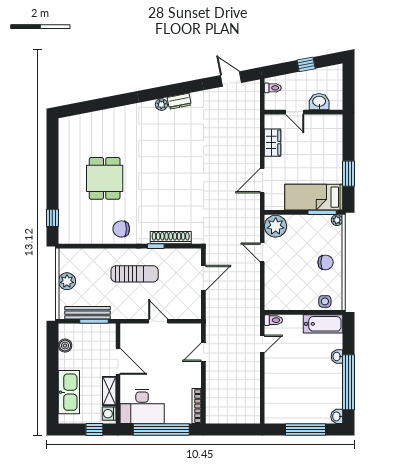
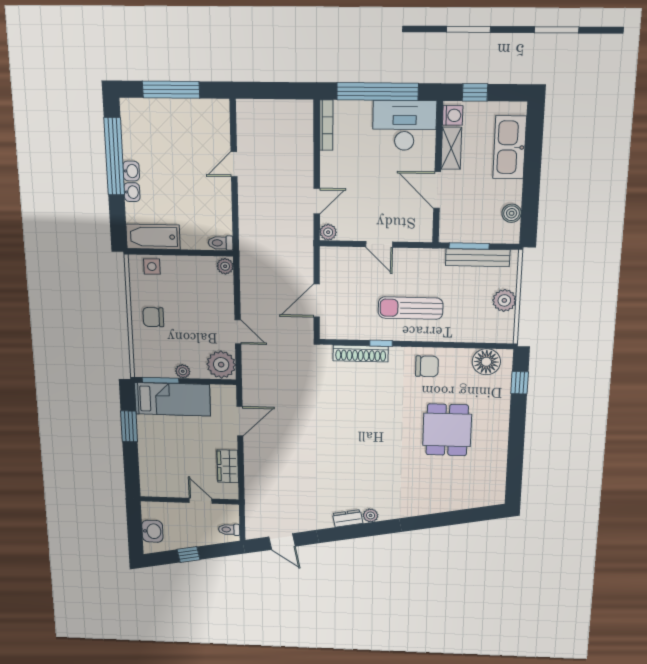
washbasin: (319, 102) -> (152, 531), moved, turned -90
plant: (337, 220) -> (183, 371), moved
floor lamp: (78, 234) -> (486, 362), added
plant: (271, 303) -> (225, 266), added
plant: (195, 330) -> (328, 232), added
door: (262, 344) -> (234, 164), moved
washbasin: (337, 416) -> (131, 171), moved

